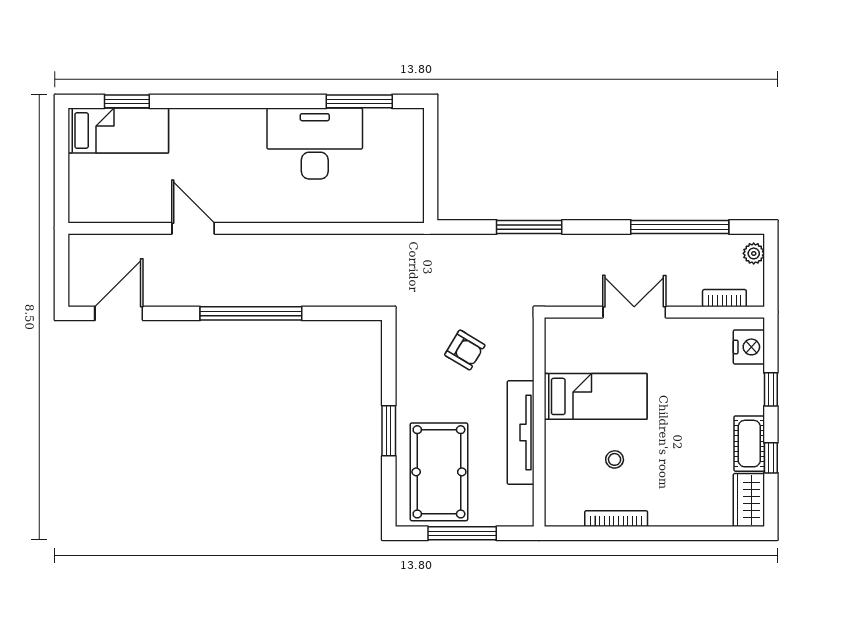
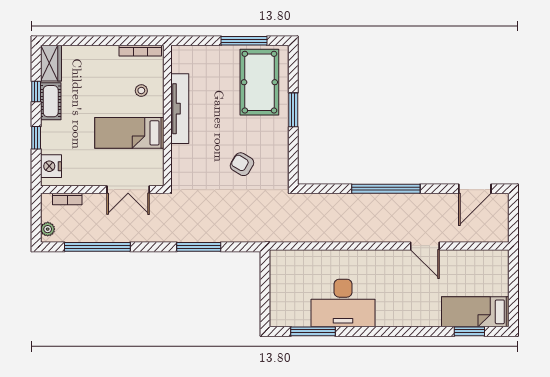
bed: (596, 396) -> (129, 133), moved
wall: (539, 422) -> (167, 116), moved
tv unit: (521, 432) -> (180, 109), moved

